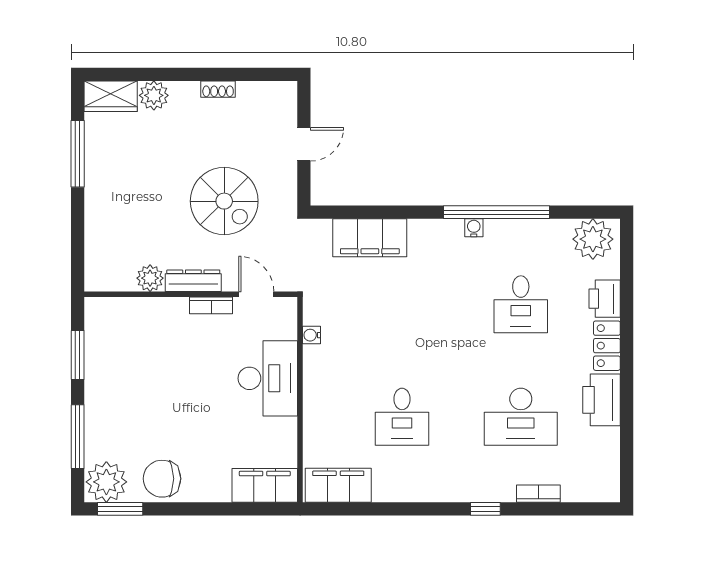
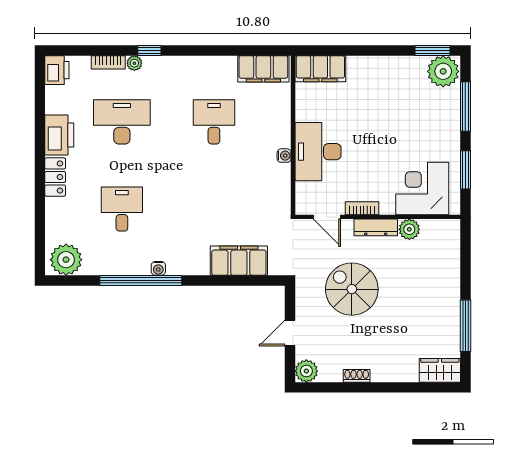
plant: (154, 95) -> (306, 371), moved
printer: (605, 299) -> (57, 70), moved
corner desk: (133, 331) -> (422, 188), added
water cooler: (312, 335) -> (284, 156), moved
chair: (162, 479) -> (400, 74), removed
plant: (505, 493) -> (134, 63), added

